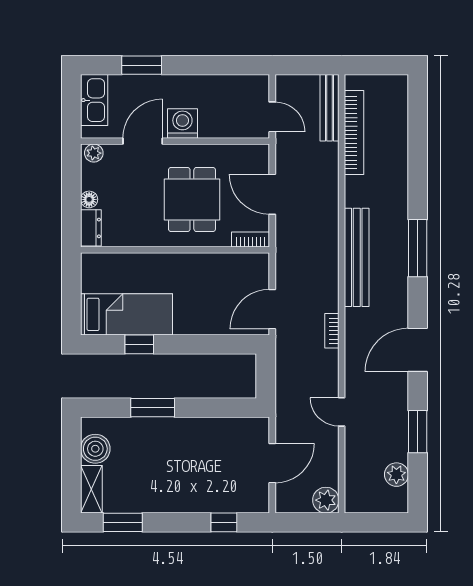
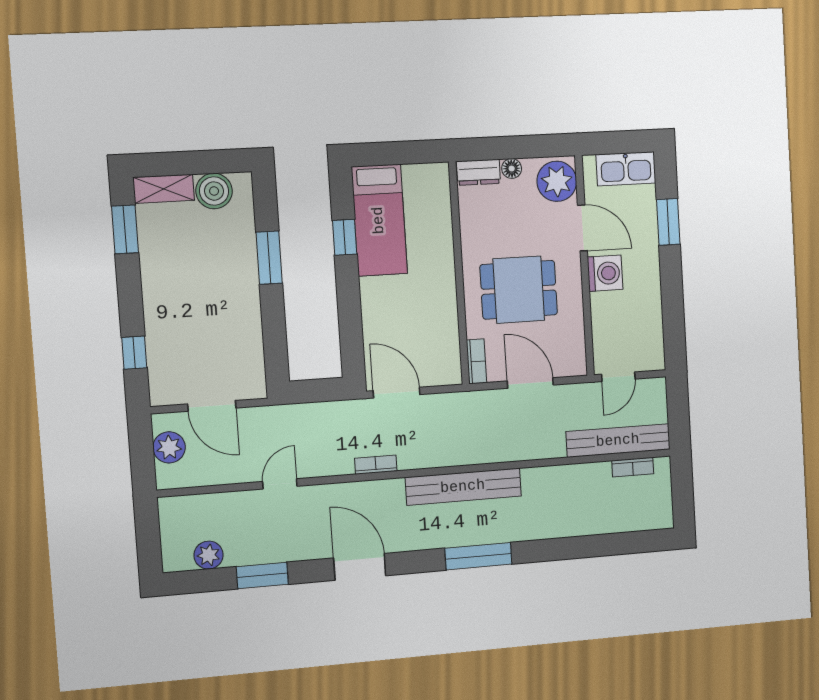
bench: (330, 108) -> (618, 441), width x1.37, depth x1.21
bookcase: (354, 132) -> (633, 467), width x0.43, depth x0.76
plant: (94, 153) -> (557, 181), width x1.88, depth x1.88
door: (272, 194) -> (530, 383), hinge flipped
plant: (326, 500) -> (169, 447), moved

